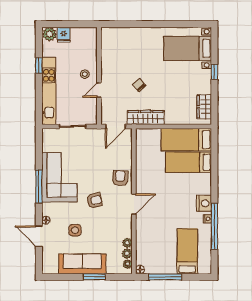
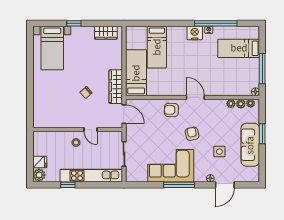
bed: (186, 140) -> (136, 73), moved, turned 180

